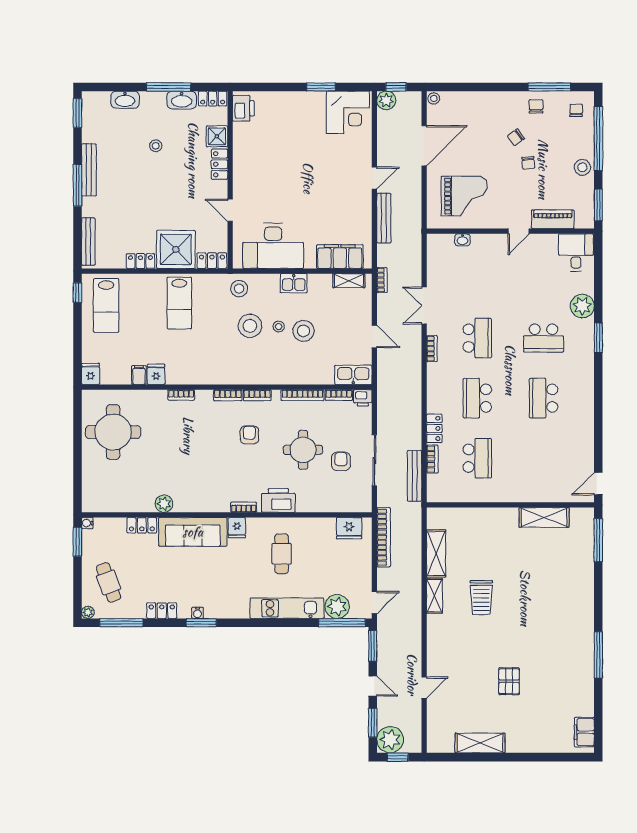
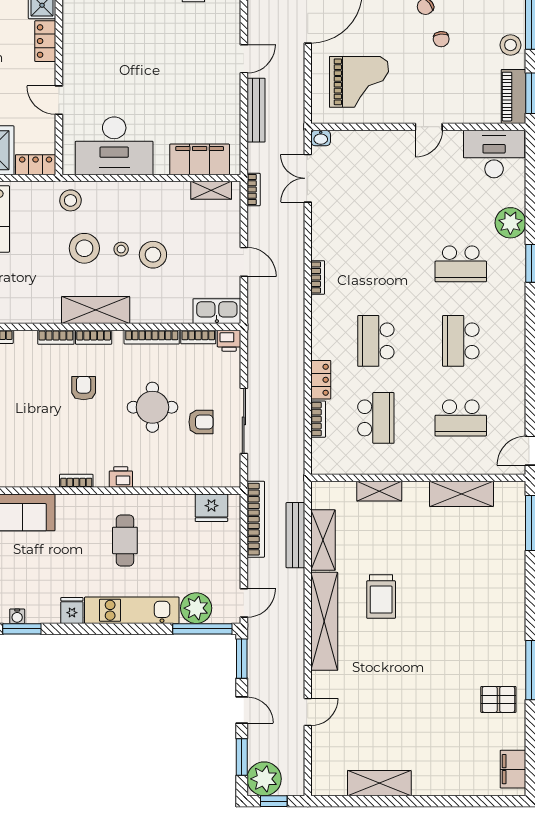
piano: (553, 219) -> (514, 97), moved, turned -90
washbasin: (462, 240) -> (321, 138), moved
desk: (576, 252) -> (494, 154), width x1.37
kitchen sink: (294, 283) -> (140, 194), removed
double door: (424, 306) -> (308, 178), moved
school desk: (477, 338) -> (461, 418), moved, turned 90
shelving: (259, 374) -> (96, 310), added
armchair: (341, 461) -> (201, 422), turned 90
bench: (415, 476) -> (295, 535), moved
printer: (278, 500) -> (121, 477), width x0.53, depth x0.68
shelving: (480, 515) -> (379, 491), added
fridge: (237, 528) -> (72, 610), moved, turned 180
shelving: (434, 596) -> (324, 621), width x2.20, depth x1.33
pallet: (509, 681) -> (498, 699), moved, turned 90

